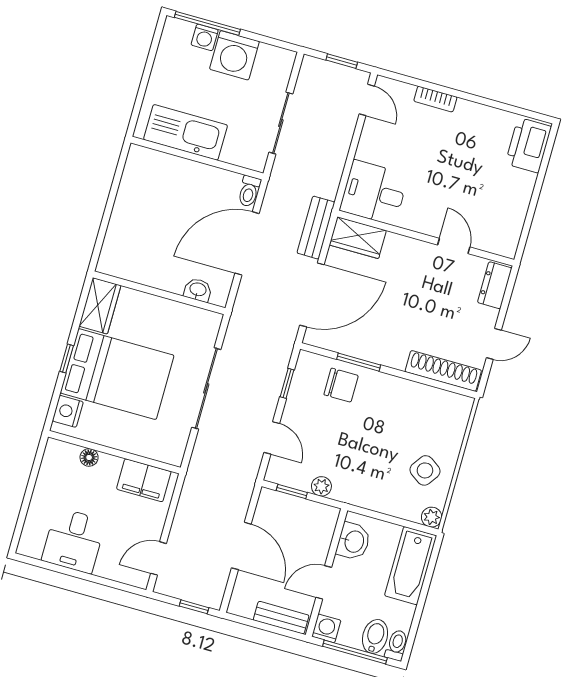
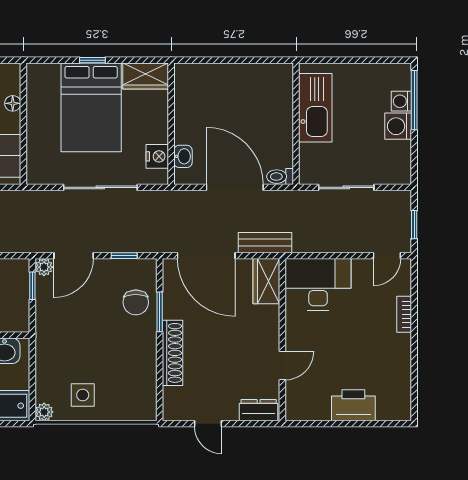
washing machine: (234, 55) -> (398, 126), width x0.73, depth x0.73
printer: (528, 145) -> (353, 405), moved
desk: (374, 193) -> (318, 284), width x1.37
shoe rack: (443, 371) -> (173, 353), moved
nightstand: (68, 411) -> (157, 156), moved, turned 90
door: (272, 438) -> (74, 256), width x1.38
side table: (425, 470) -> (83, 395), turned -35
plant: (321, 486) -> (44, 267), moved

